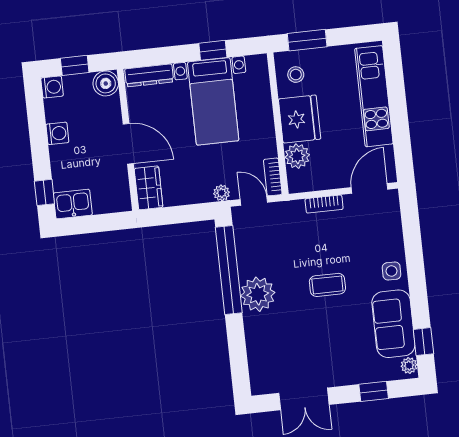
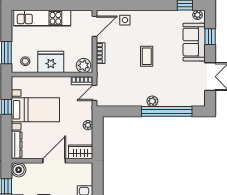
plant: (297, 156) -> (84, 65), moved
door: (370, 188) -> (94, 26), swing flipped
plant: (222, 193) -> (88, 125), moved
window: (229, 270) -> (167, 111), moved
side table: (392, 271) -> (125, 20), moved
plant: (258, 294) -> (152, 101), width x0.53, depth x0.53
sofa: (393, 324) -> (194, 42), moved, turned 90

